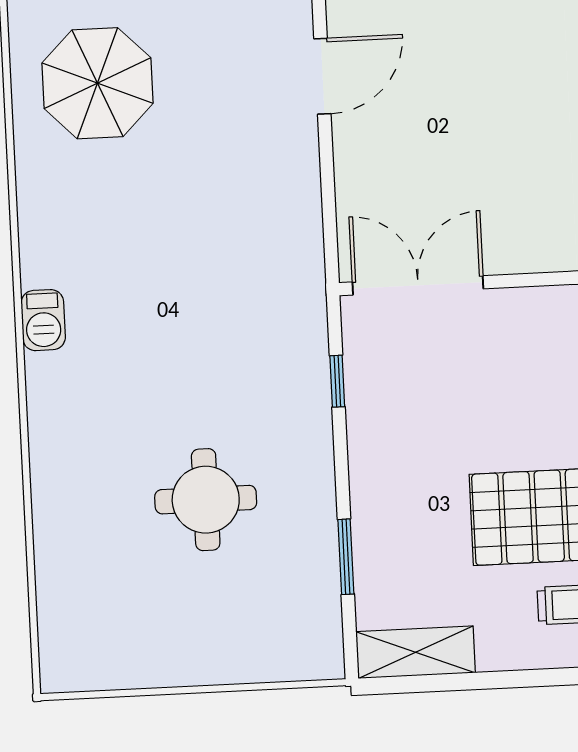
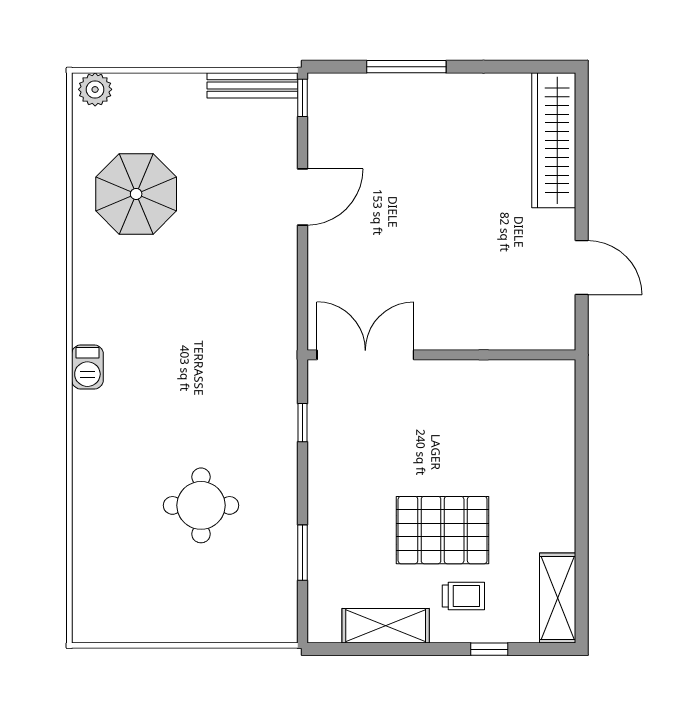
shelving: (416, 652) -> (386, 626), moved

